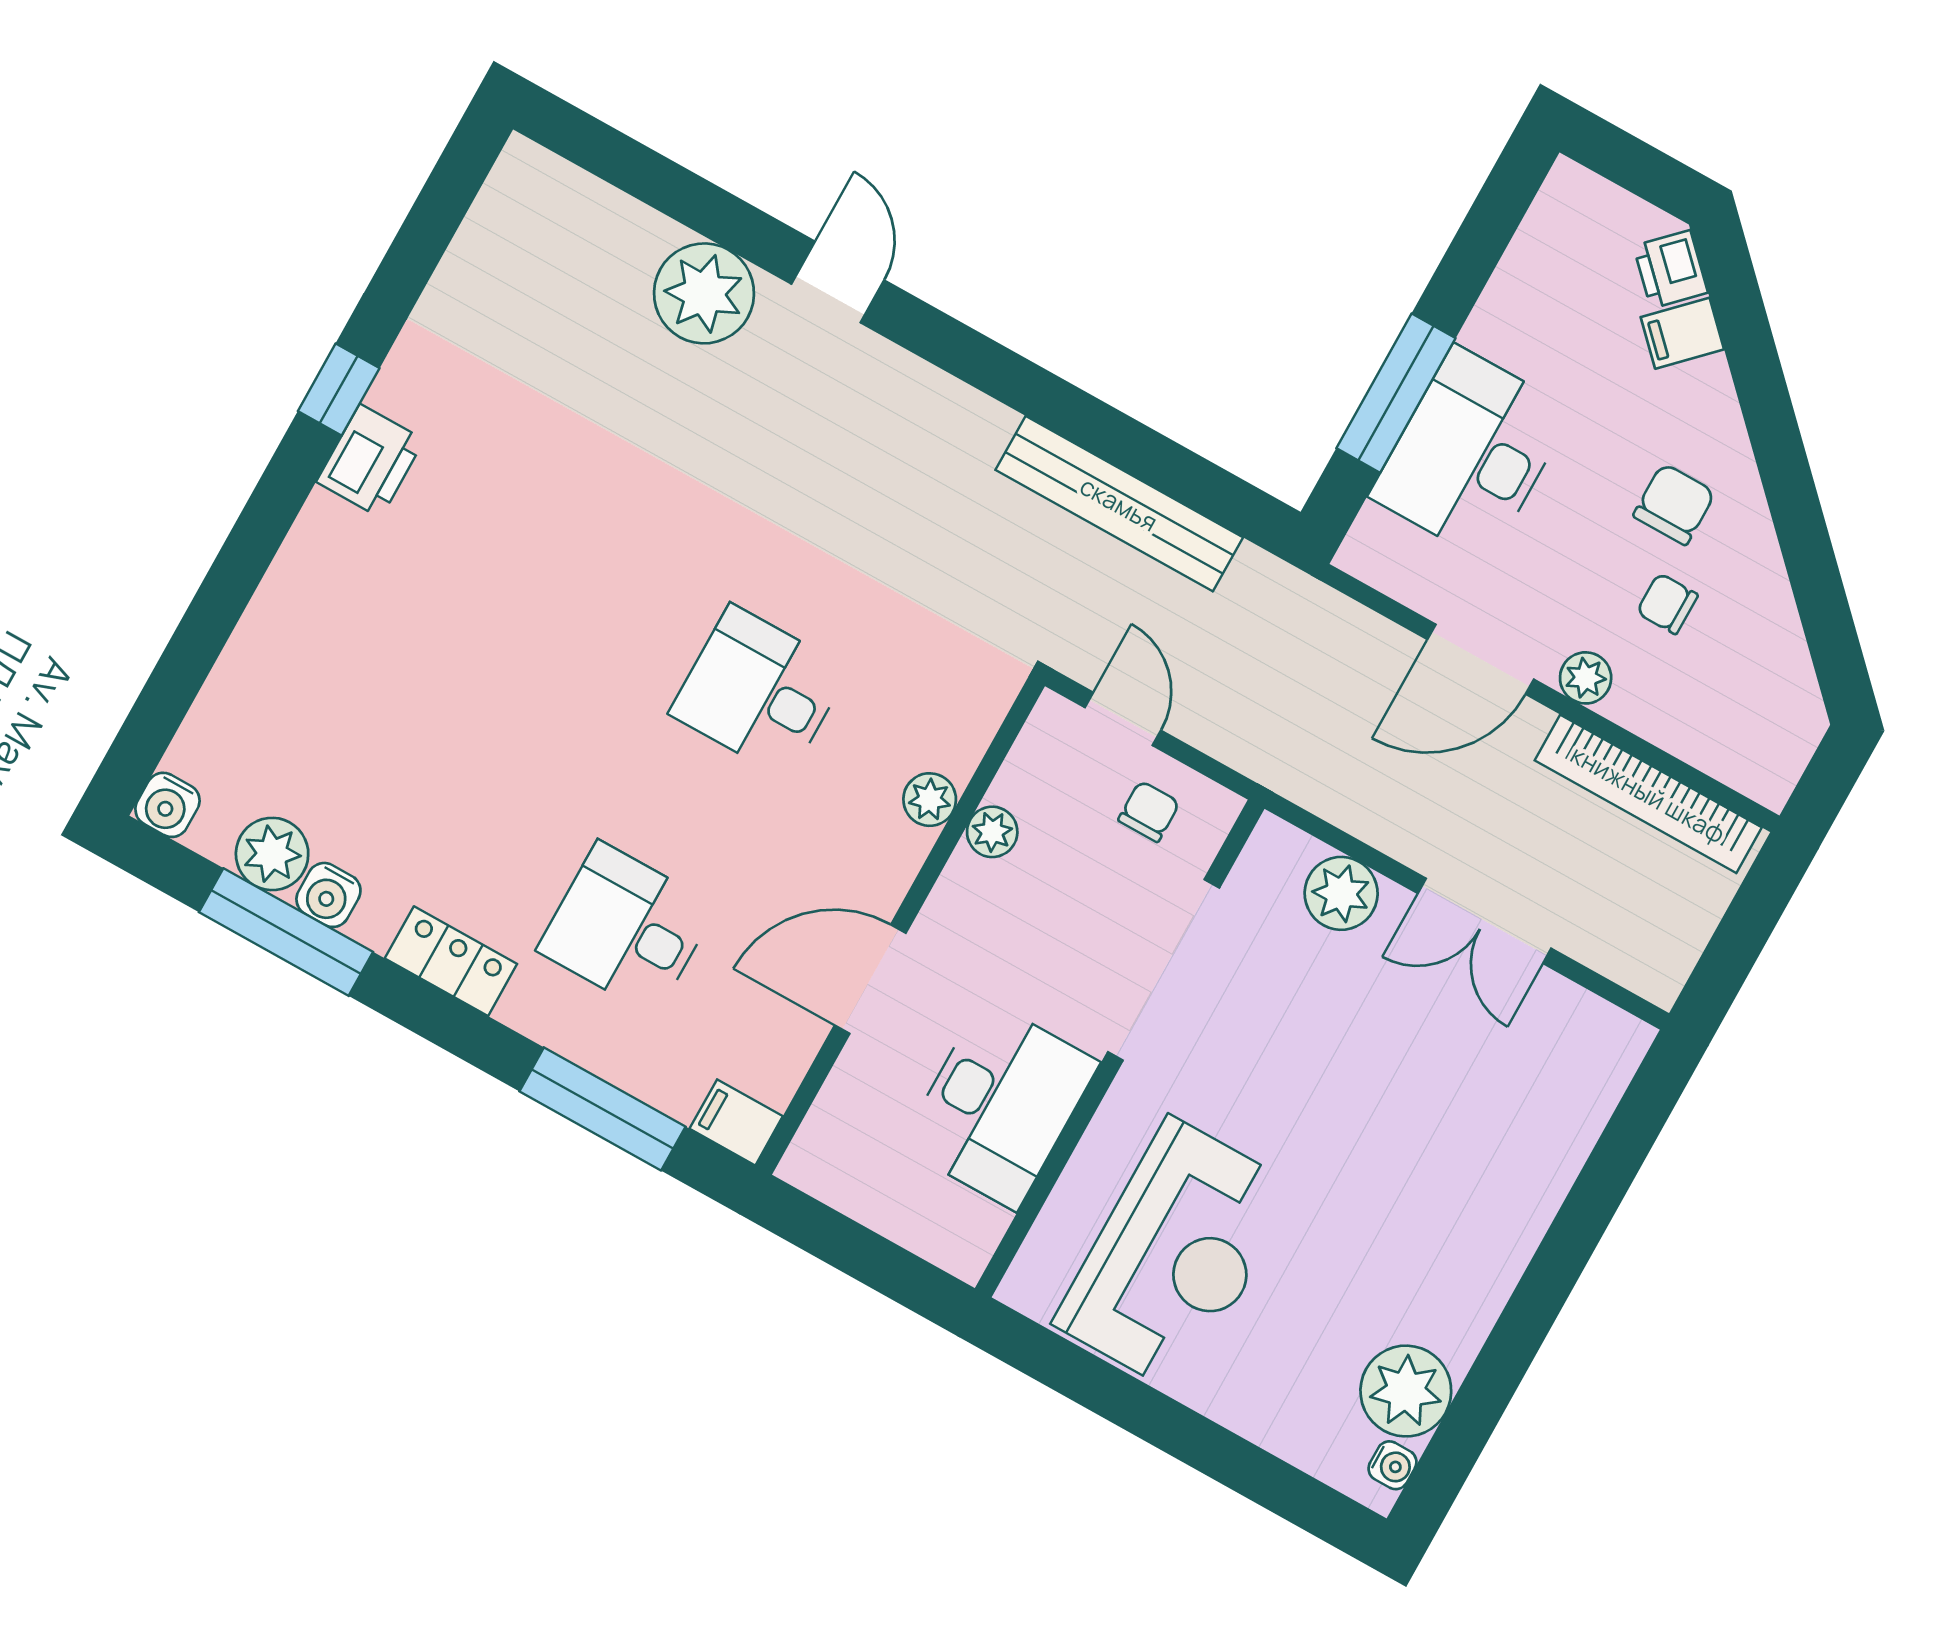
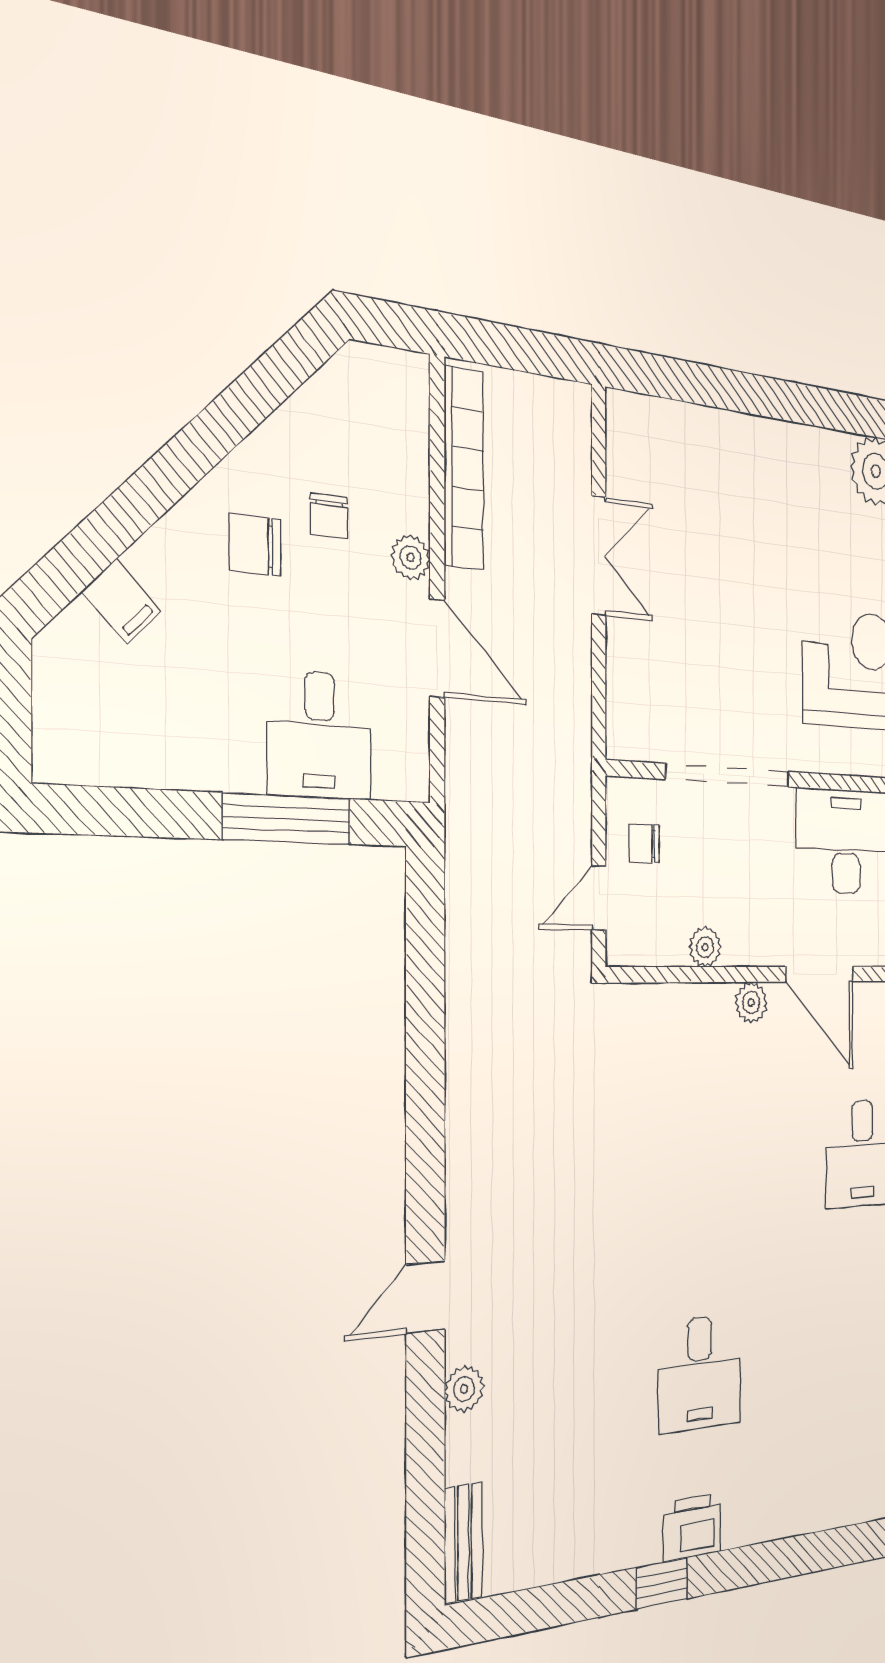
printer: (1671, 269) -> (76, 637), removed
plant: (704, 293) -> (464, 1389), width x0.53, depth x0.53
desk: (1471, 453) -> (320, 735), width x0.73
bench: (1119, 504) -> (463, 1542), moved, width x0.54, depth x0.82
desk: (759, 692) -> (700, 1373), moved
plant: (930, 800) -> (751, 1003), moved
plant: (1341, 893) -> (629, 673), removed

